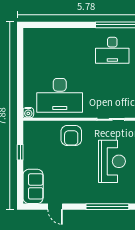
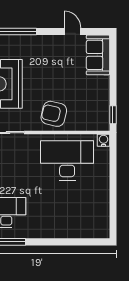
armchair: (71, 135) -> (54, 114), turned -77
window: (20, 152) -> (113, 115), moved

